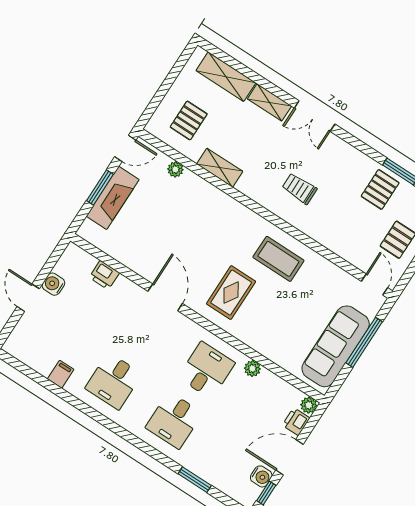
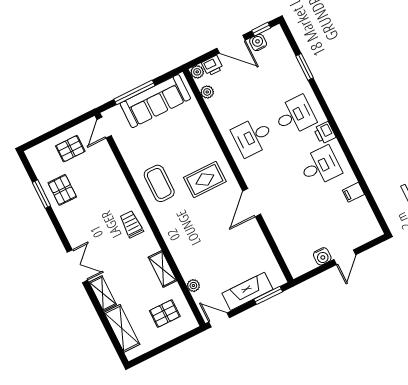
window: (100, 187) -> (268, 295), moved
trolley: (299, 189) -> (131, 224), moved, turned 180
pallet: (380, 189) -> (62, 190), turned 90
printer: (104, 275) -> (325, 133), moved, turned 180
plant: (252, 369) -> (207, 92), moved

